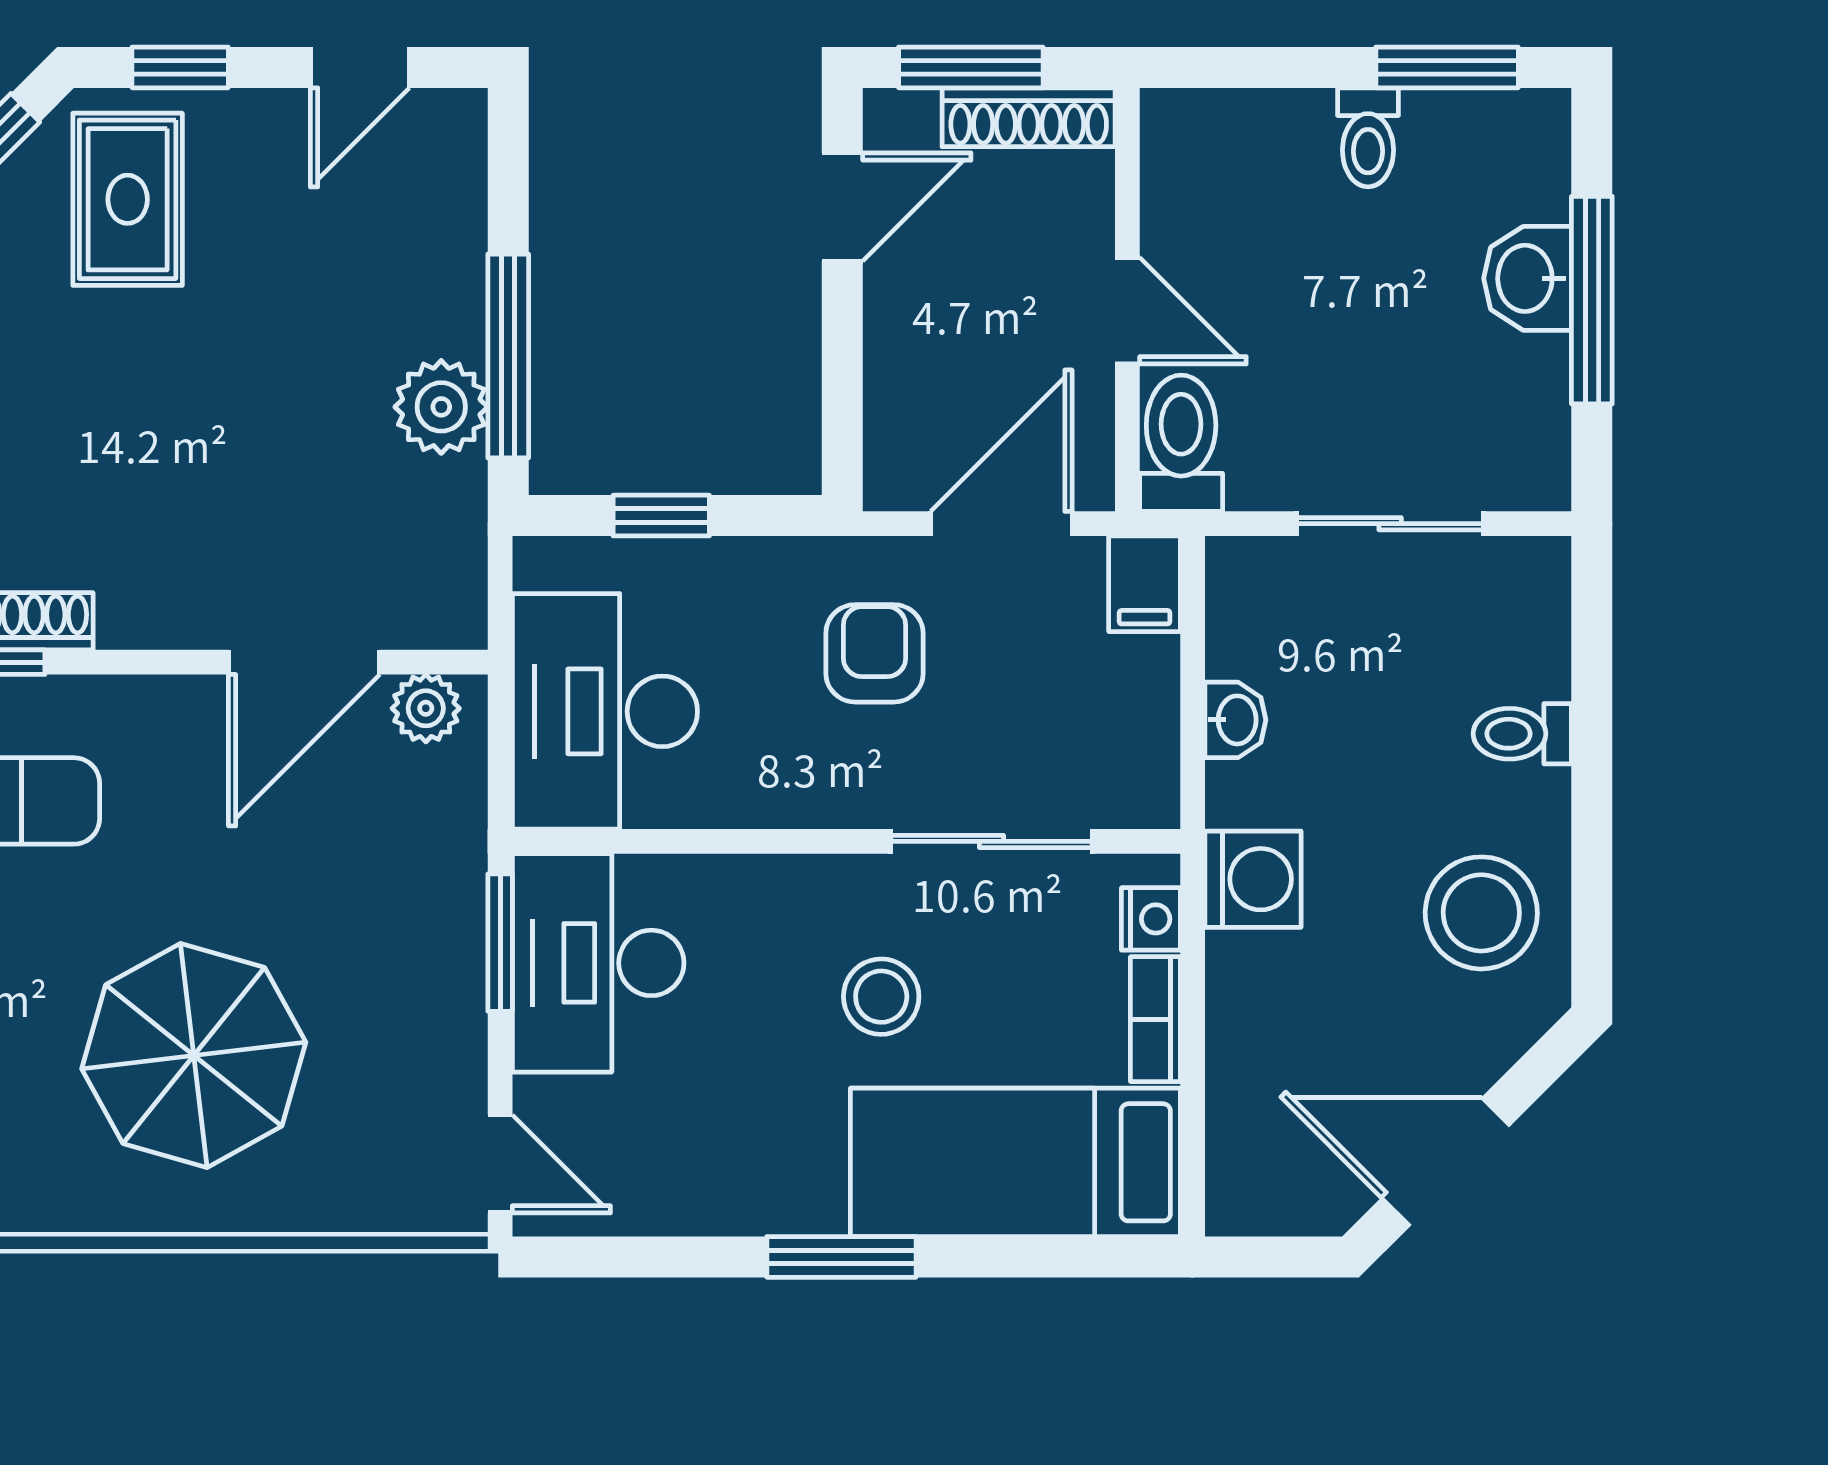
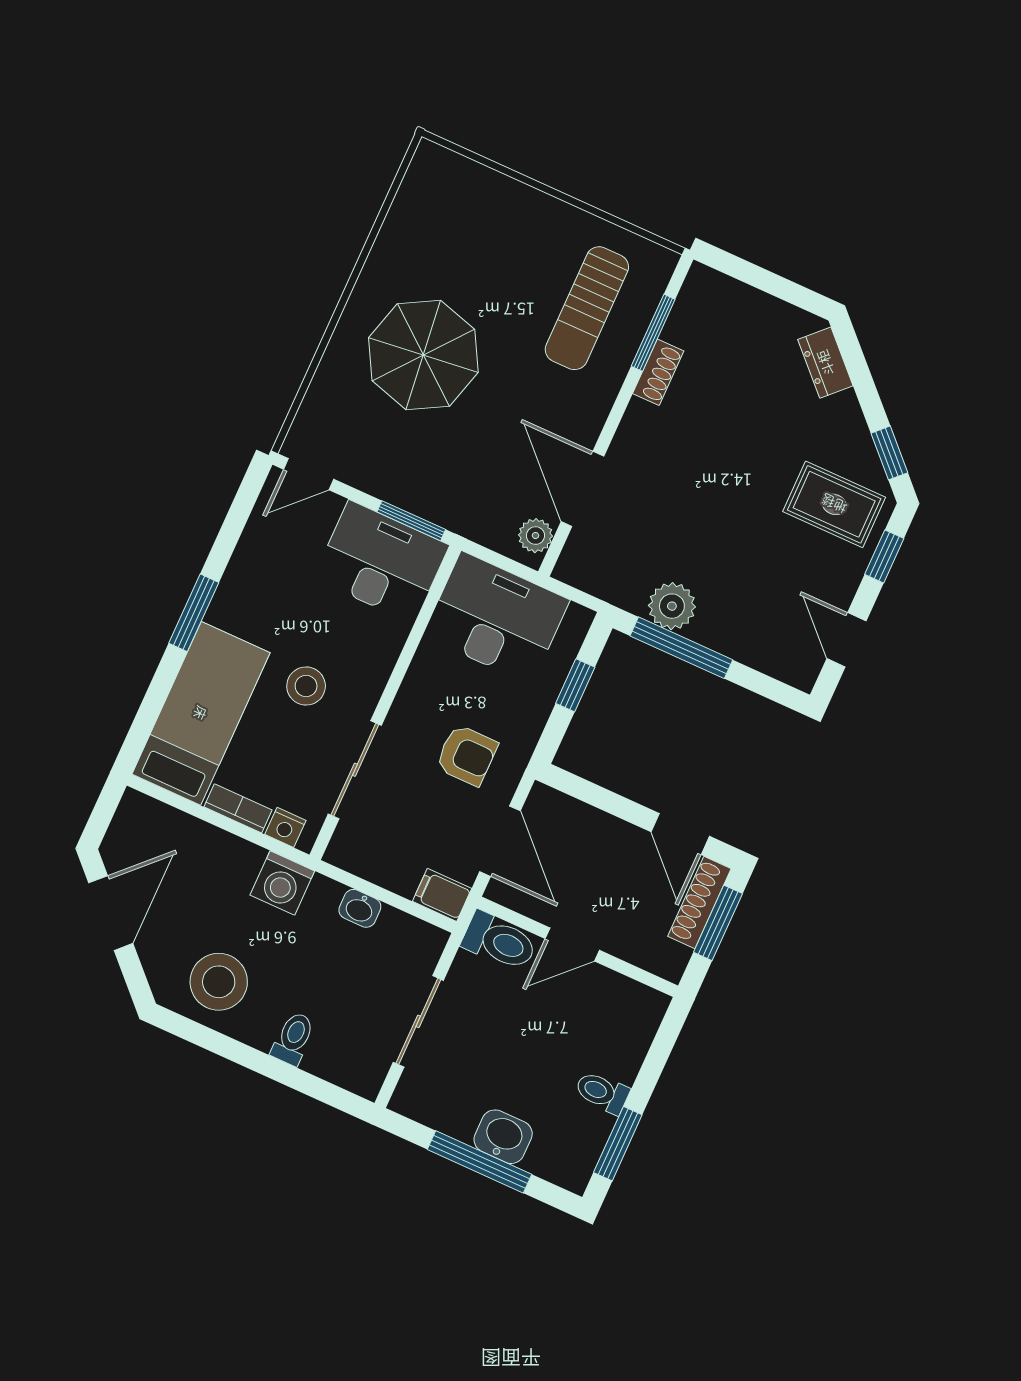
shoe rack: (1029, 117) -> (699, 902), moved

